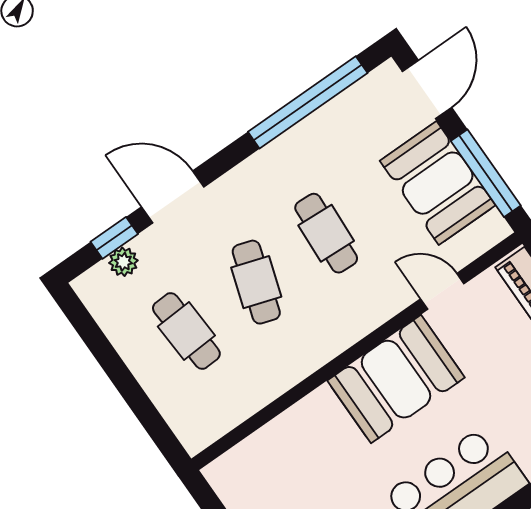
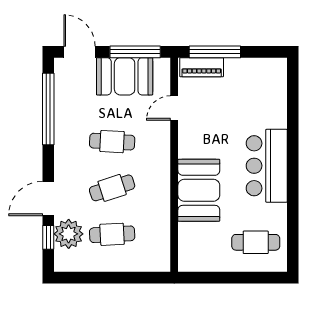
plant: (123, 262) -> (69, 234), width x1.87, depth x1.87
cafe table: (256, 282) -> (112, 188), turned -36
booth: (396, 379) -> (199, 190), moved

